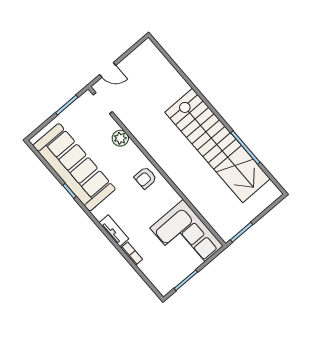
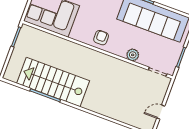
door: (108, 70) -> (161, 112), moved
stairs: (218, 146) -> (53, 82), width x0.73

